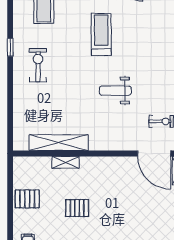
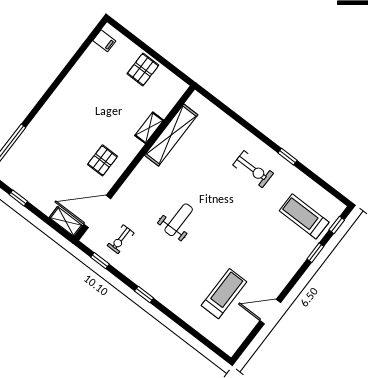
treadmill: (101, 34) -> (224, 294), moved, turned -90
pallet: (77, 208) -> (102, 160), moved

